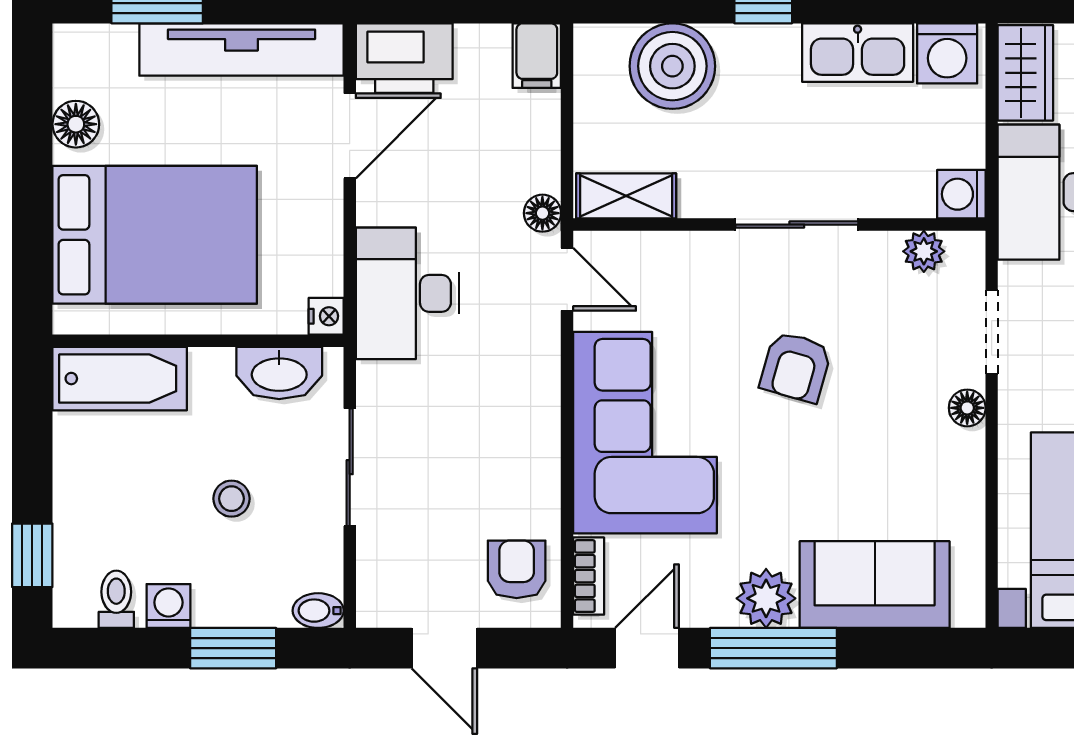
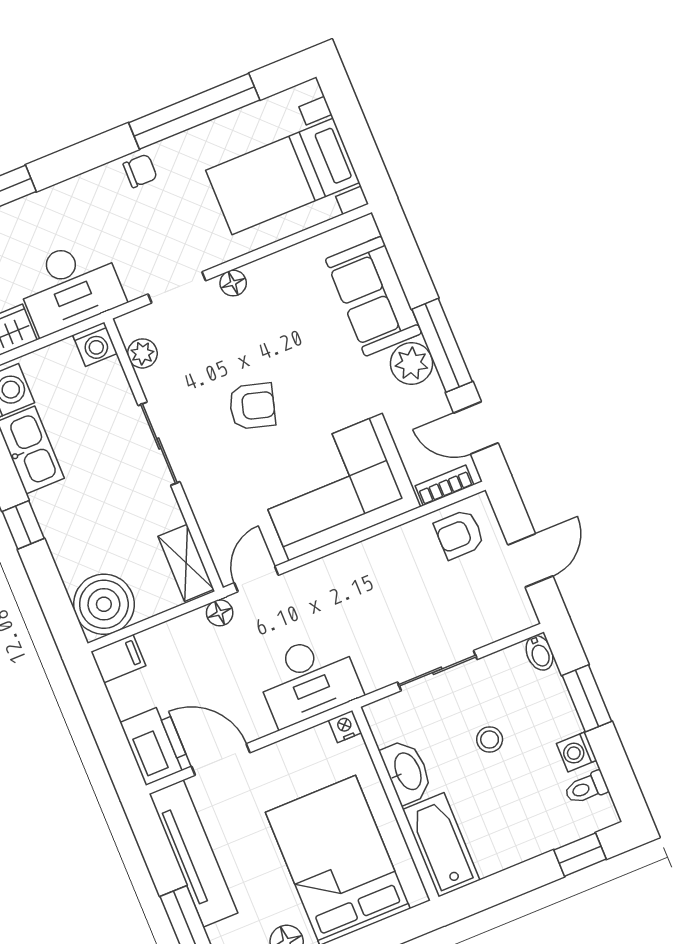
boiler: (672, 66) -> (104, 604), moved
washbasin: (279, 373) -> (407, 772), moved

